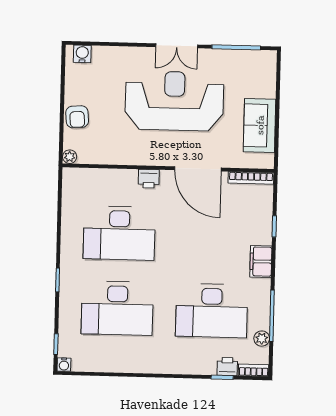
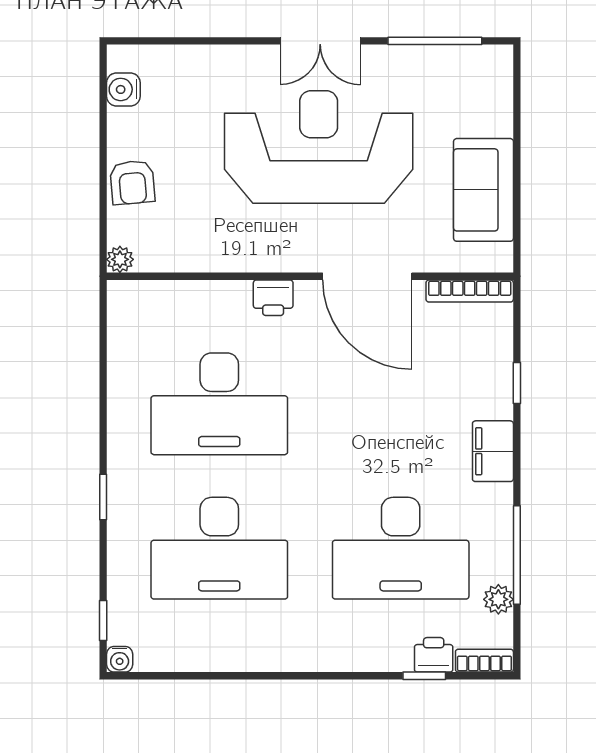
water cooler: (82, 54) -> (123, 89), moved, turned -90

